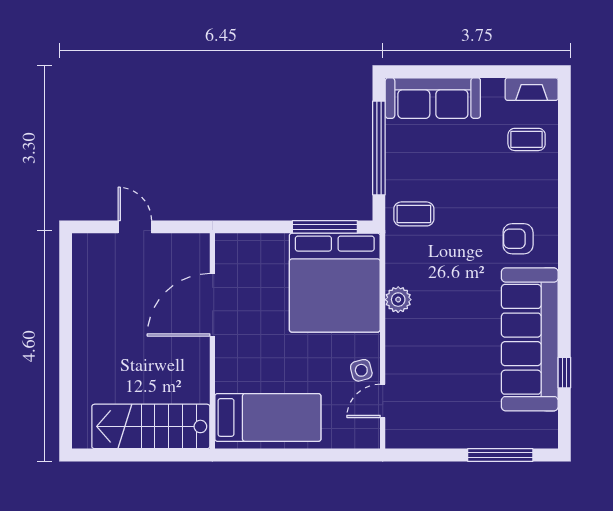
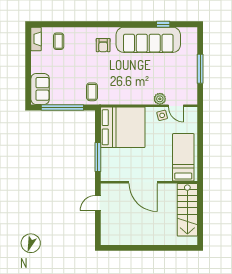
sofa: (433, 98) -> (40, 89), width x0.73
door: (135, 227) -> (98, 203), moved
window: (325, 227) -> (98, 157), moved
plant: (398, 300) -> (160, 99), moved
door: (212, 305) -> (143, 182), moved
window: (500, 455) -> (200, 69), moved

